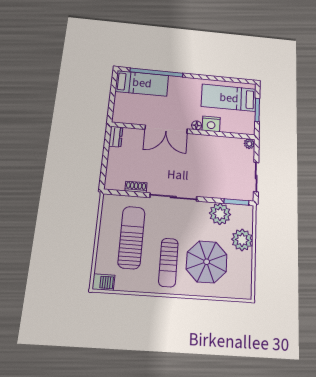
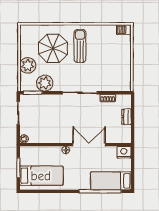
nightstand: (211, 124) -> (124, 152), moved
dresser: (116, 137) -> (126, 117), moved
sun lounger: (131, 237) -> (108, 61), removed

